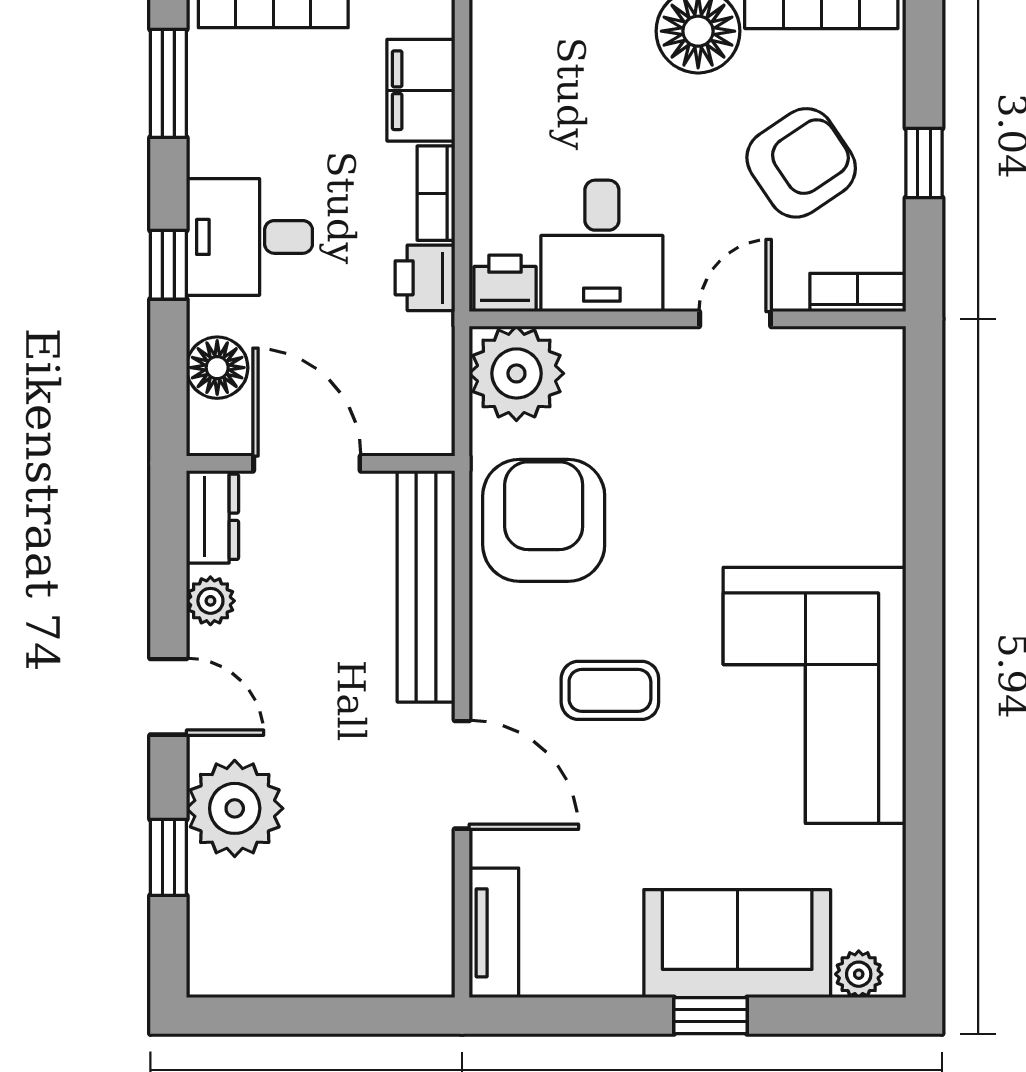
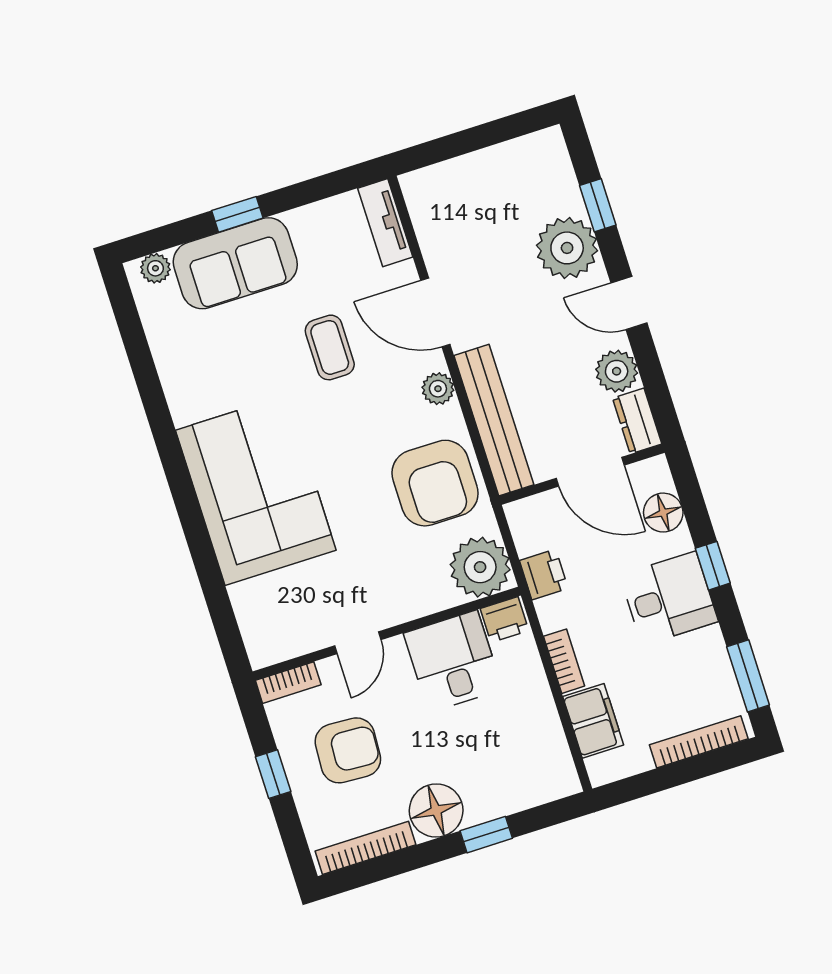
armchair: (801, 163) -> (348, 750), turned -143
printer: (425, 278) -> (544, 574), moved
plant: (210, 601) -> (617, 371), width x1.38, depth x1.38
plant: (494, 660) -> (438, 389), added
coffee table: (610, 690) -> (330, 347), moved, turned 90
corner sofa: (815, 695) -> (256, 490), moved

